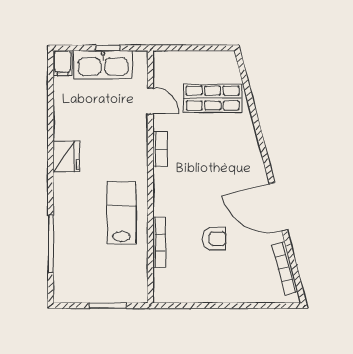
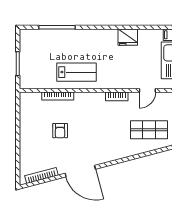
shop shelf: (213, 98) -> (149, 130), turned 90
fridge: (66, 156) -> (128, 37), moved
door: (278, 207) -> (80, 171), swing flipped

